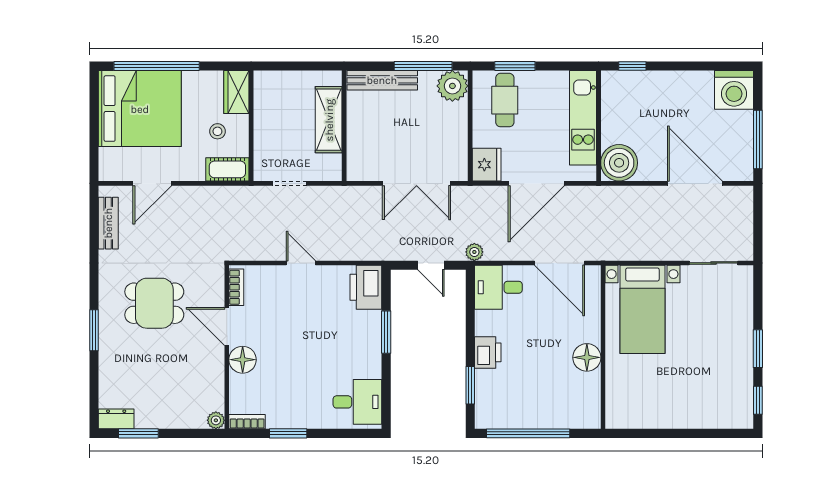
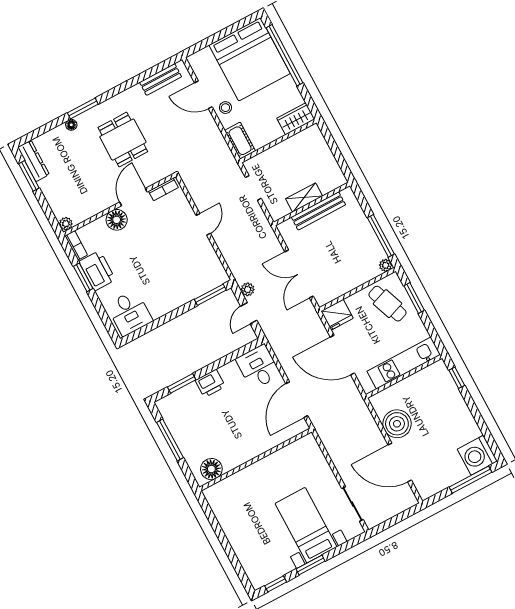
bench: (382, 80) -> (318, 211), moved, turned 90
plant: (452, 86) -> (386, 265), width x0.53, depth x0.53
cafe table: (505, 100) -> (387, 304), turned 70
shelving: (329, 120) -> (304, 198), width x0.67, depth x0.75
stool: (217, 131) -> (225, 108), moved
window: (758, 140) -> (471, 480), moved
boiler: (619, 163) -> (397, 424), moved
door: (695, 183) -> (400, 463), swing flipped
plant: (474, 252) -> (248, 289), moved
printer: (366, 287) -> (97, 271), moved, turned 90
bed with nightstands: (642, 309) -> (306, 525), moved, turned 90
window: (386, 332) -> (210, 295), moved
floor lamp: (106, 353) -> (71, 125), added
floor lamp: (587, 357) -> (211, 469), moved
dresser: (116, 419) -> (33, 161), width x1.44
window: (528, 433) -> (170, 440), width x0.68

